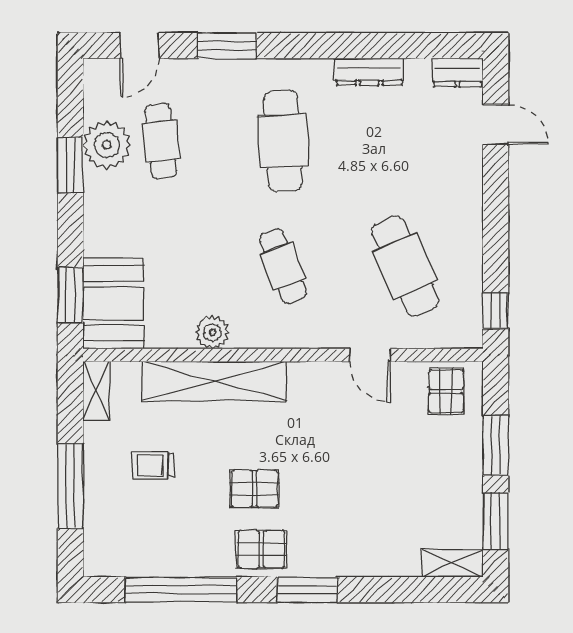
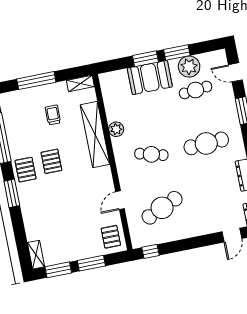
cafe table: (283, 266) -> (151, 154), turned 36
window: (70, 295) -> (145, 59), moved
booth: (113, 303) -> (150, 77), moved
pallet: (446, 391) -> (111, 237), turned 90

